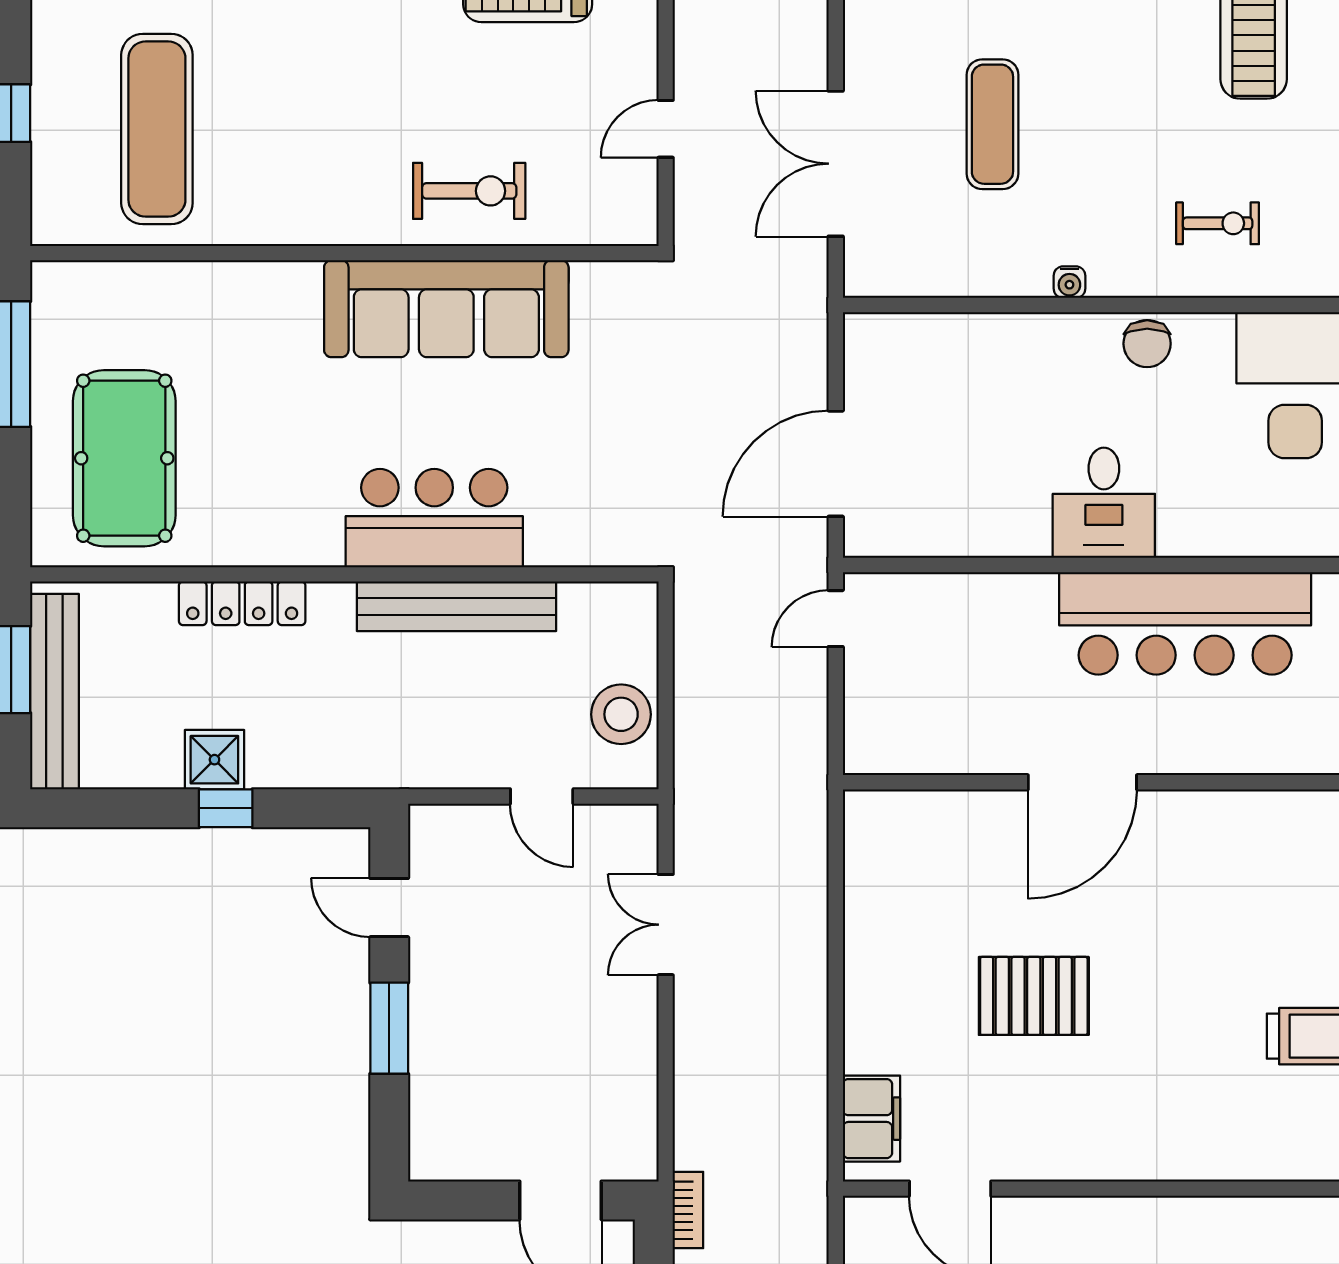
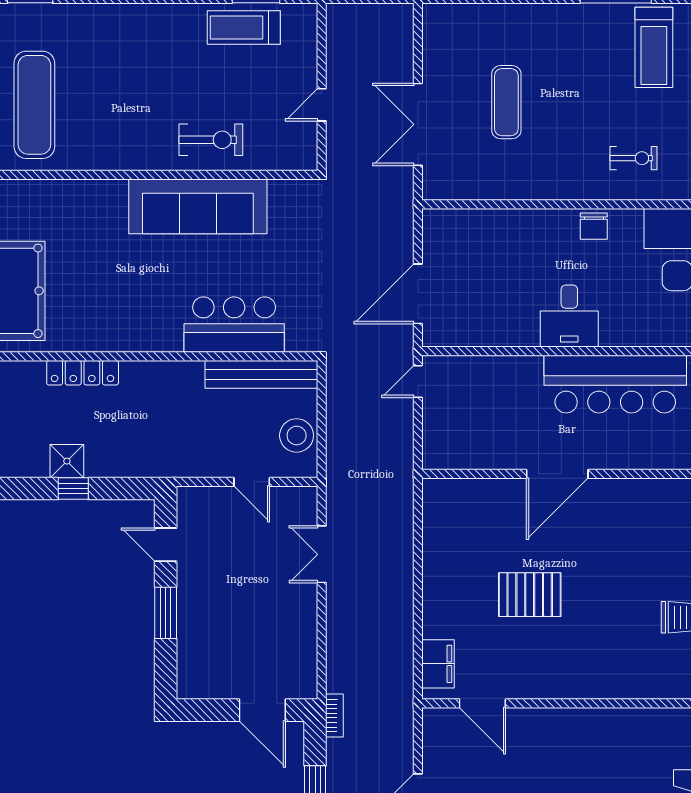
water cooler: (1069, 282) -> (550, 191), removed
bar counter: (434, 518) -> (234, 325), moved
bench: (456, 606) -> (261, 374), moved

